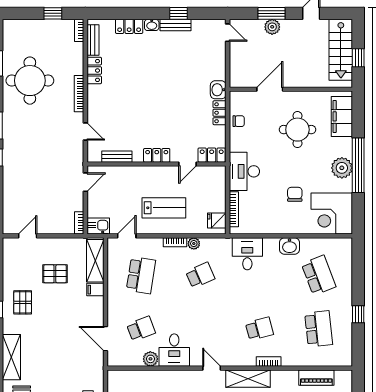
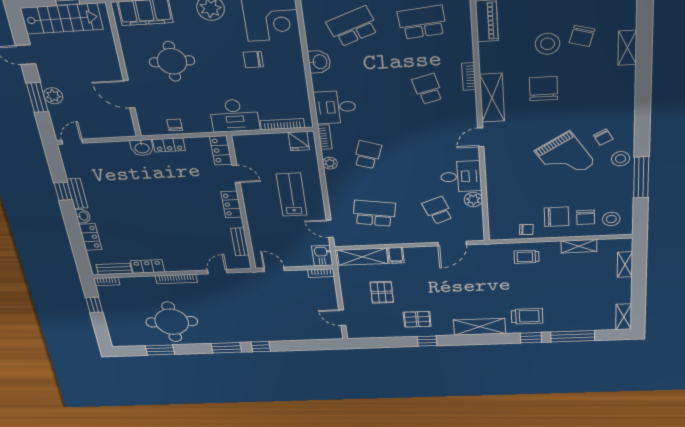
bookcase: (175, 242) -> (325, 137), moved
school desk: (200, 275) -> (367, 155), turned 42

